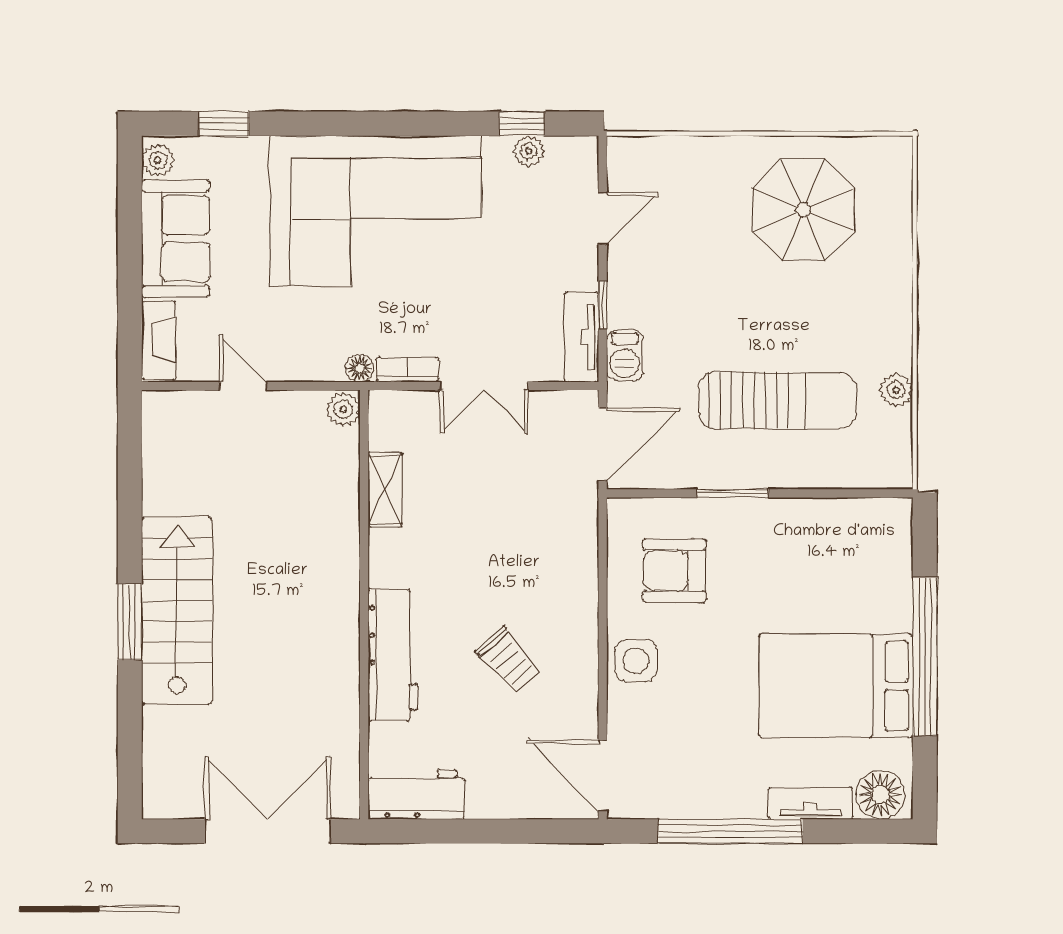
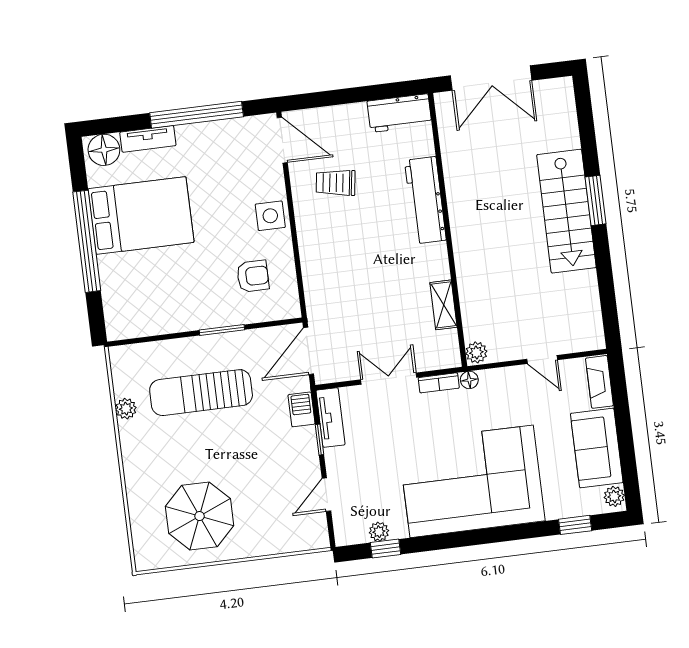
armchair: (674, 571) -> (253, 276), width x0.72, depth x0.72
trolley: (509, 661) -> (336, 183), moved, turned -41

